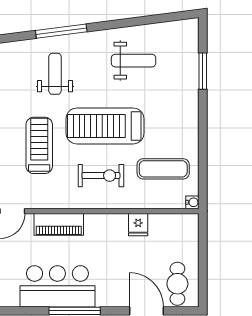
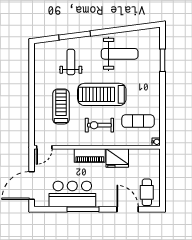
weight bench: (134, 61) -> (120, 54), width x1.36, depth x1.33
exercise bike: (101, 176) -> (99, 125), turned 180
piano: (59, 224) -> (90, 156), moved
fridge: (138, 225) -> (117, 158), width x1.88, depth x1.34

